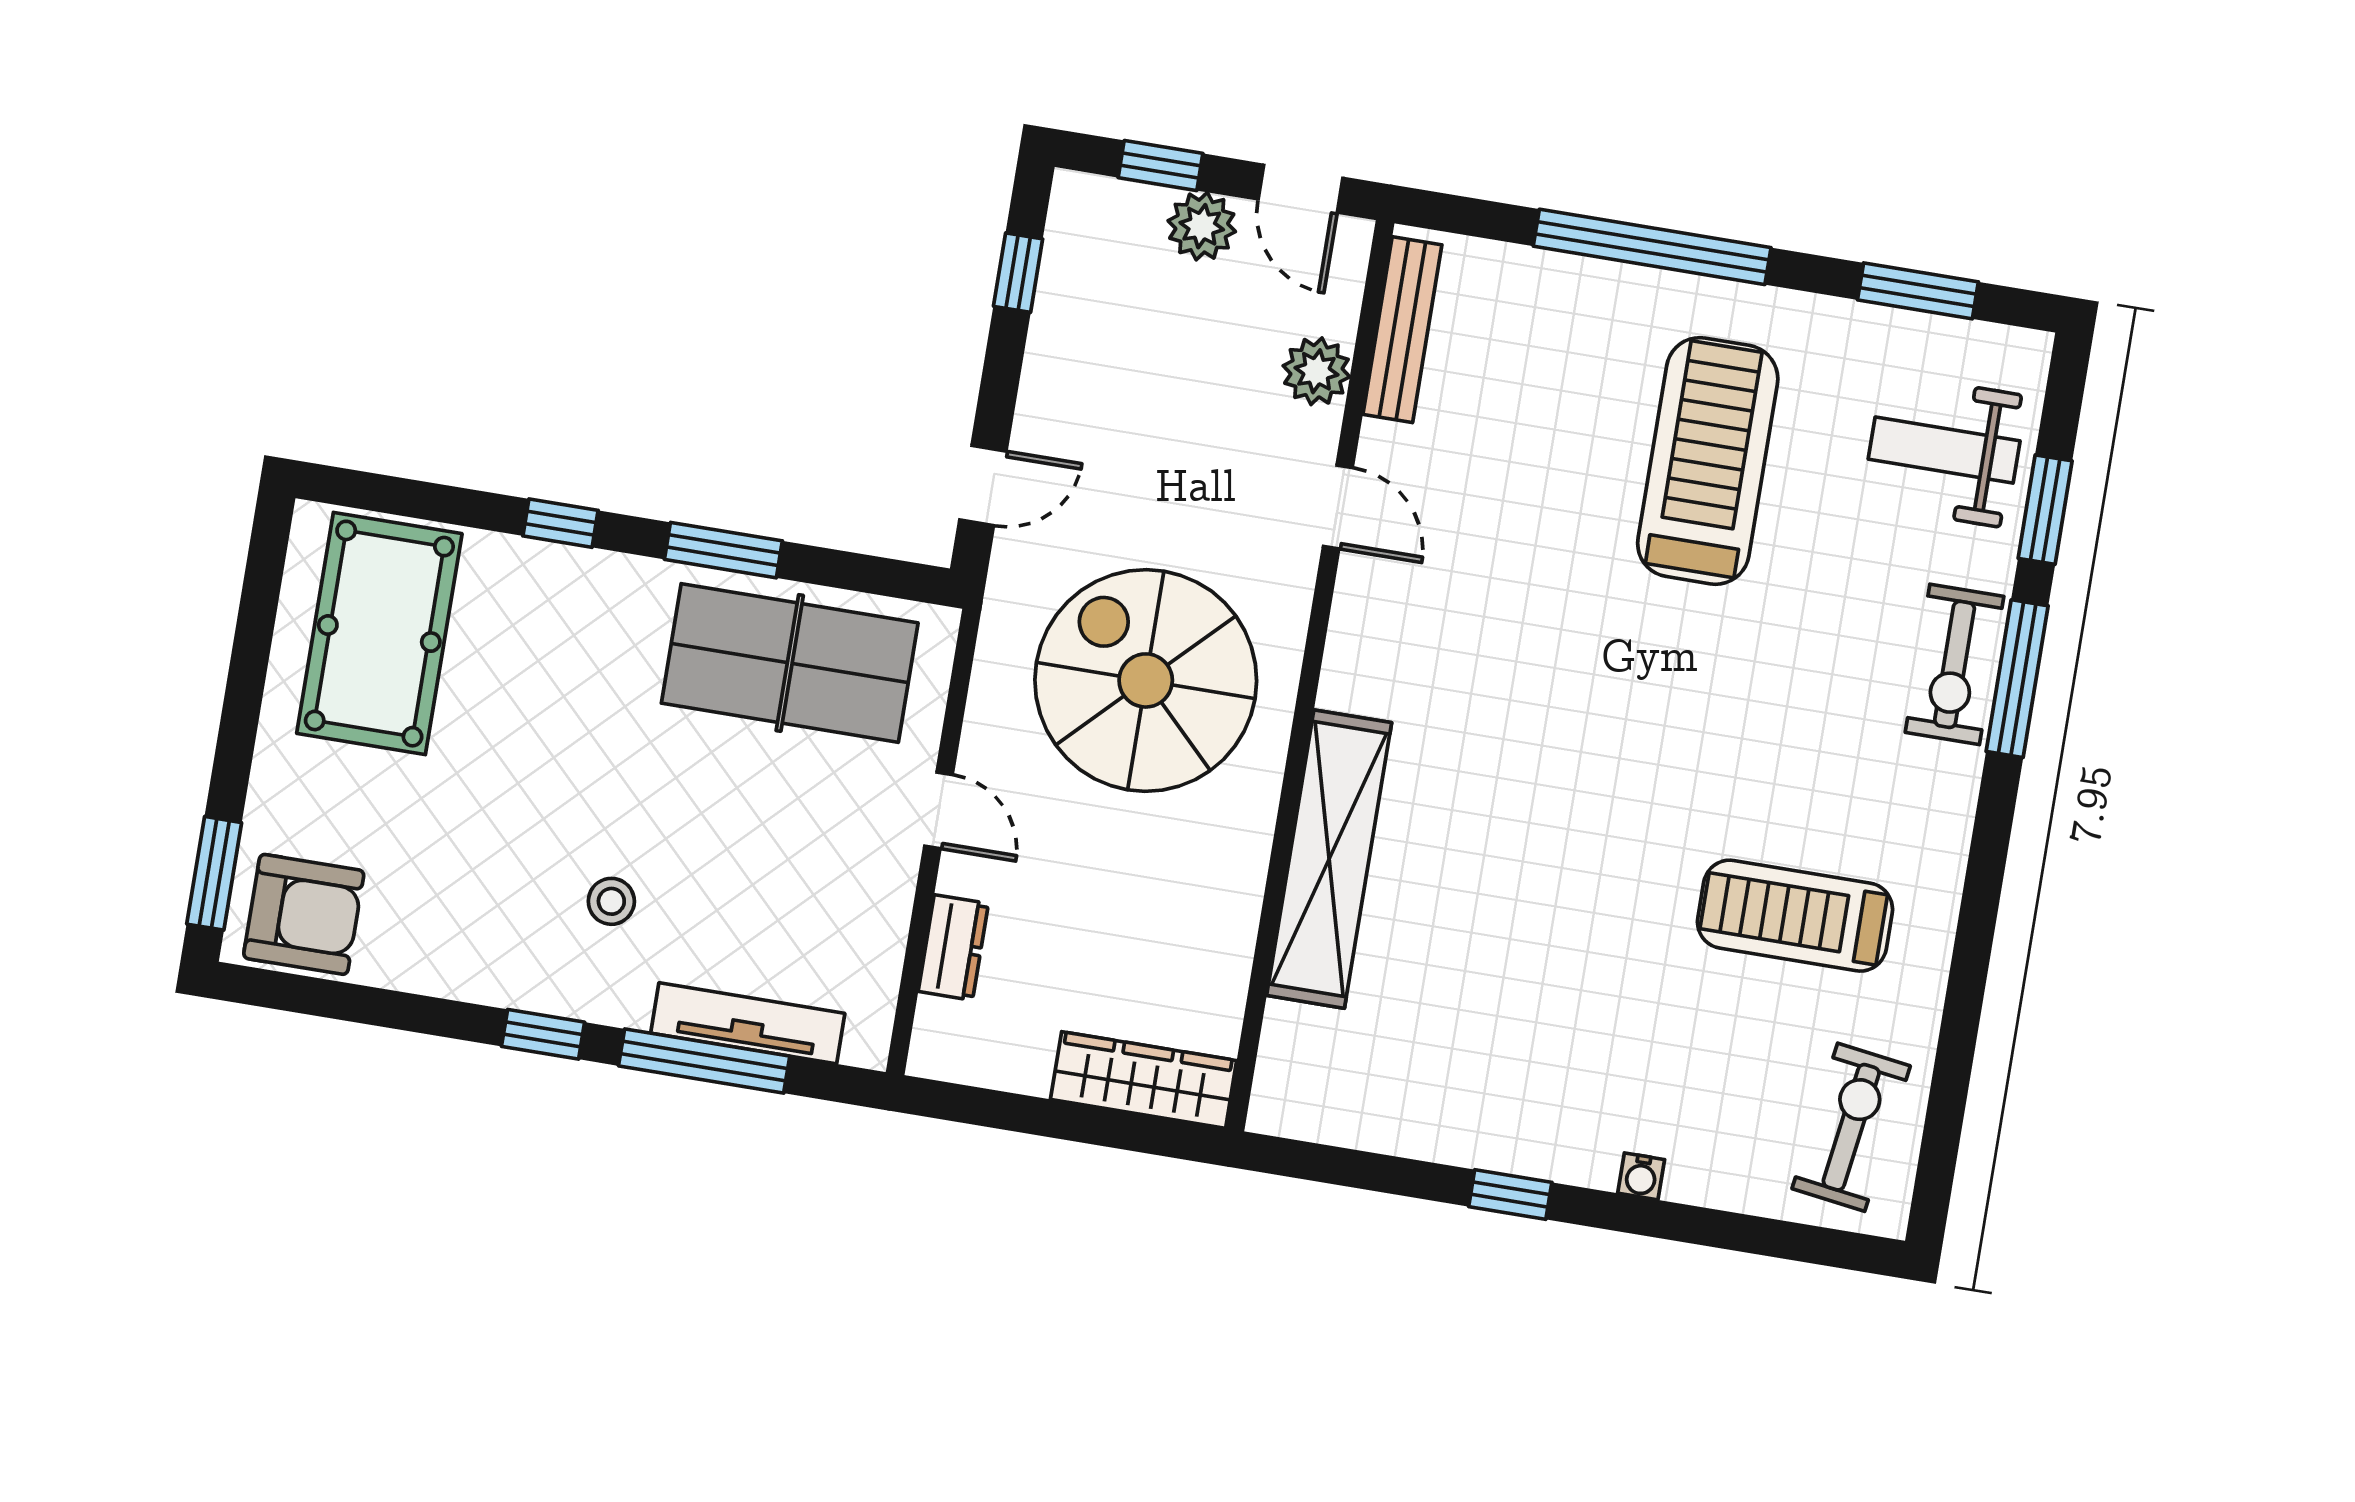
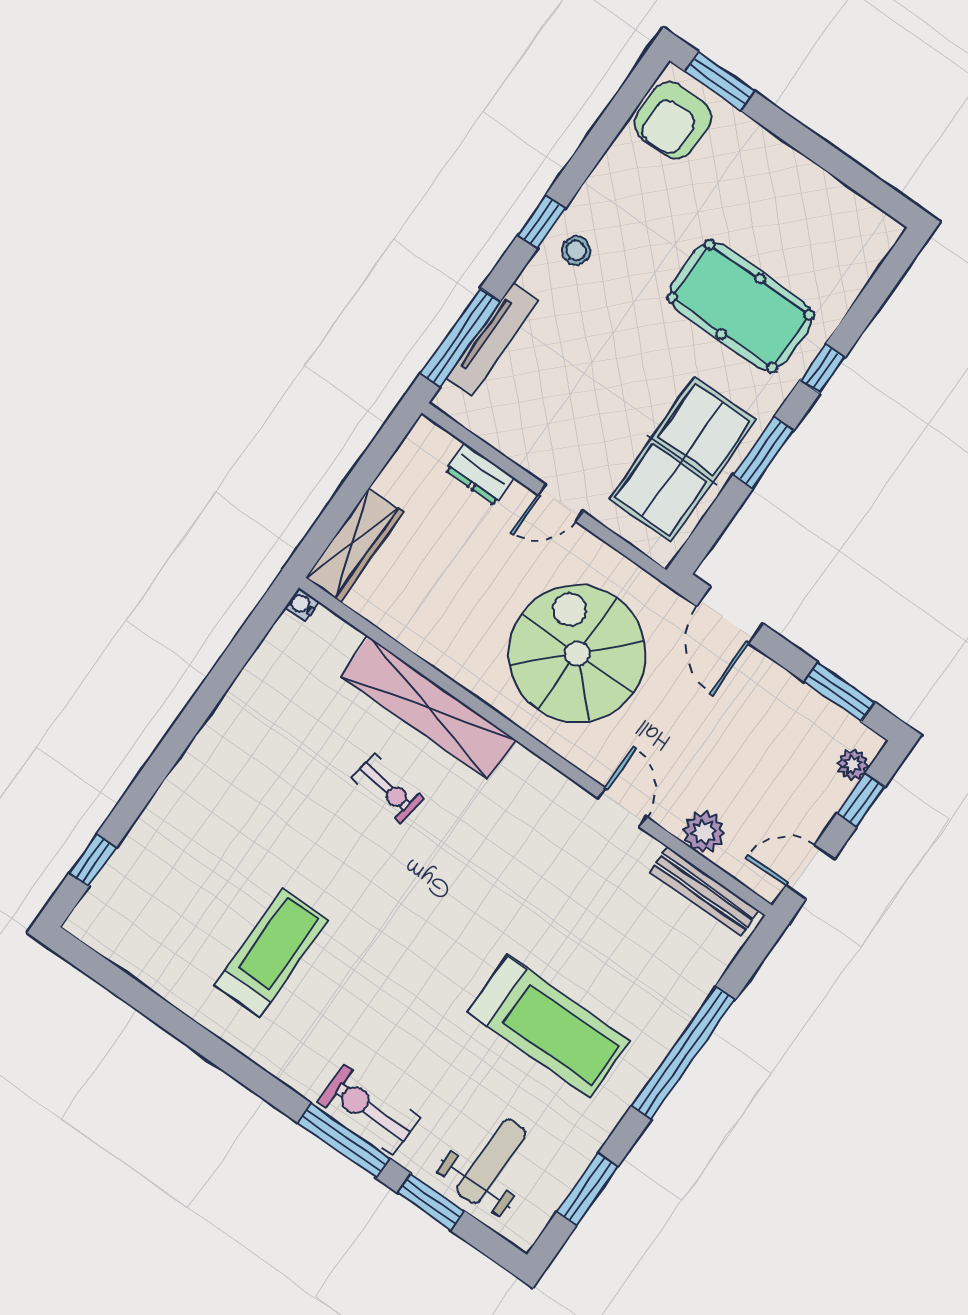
plant: (1202, 226) -> (853, 765), moved, width x0.73, depth x0.73
window: (1018, 273) -> (839, 692), width x1.50
door: (983, 485) -> (730, 615), width x1.38
door: (1338, 507) -> (622, 807), swing flipped
pool table: (379, 634) -> (741, 306), moved
spiral stairs: (1146, 680) -> (577, 653), turned -90
stool: (611, 901) -> (576, 251), moved
window: (704, 1061) -> (460, 337), moved
exercise bike: (1851, 1127) -> (387, 788), moved, width x0.73, depth x0.72
water cooler: (1641, 1176) -> (302, 605), moved
window: (1510, 1194) -> (93, 860), moved

